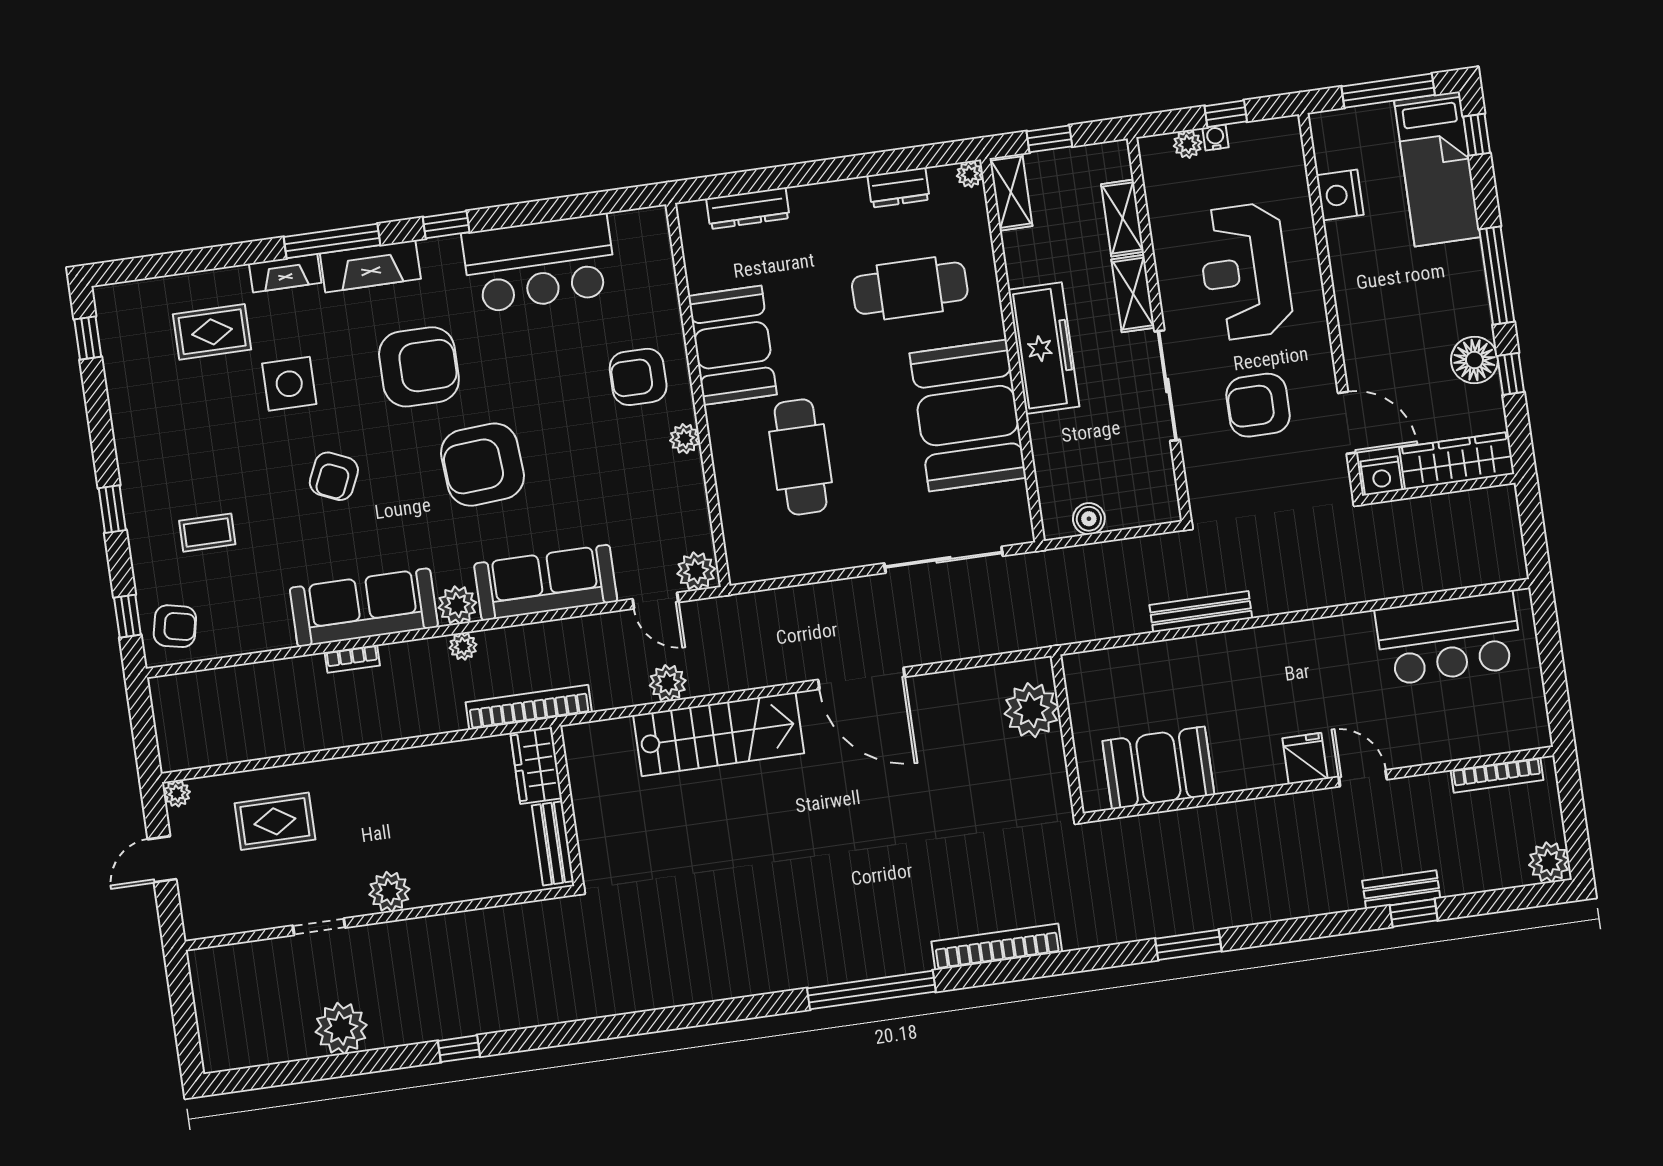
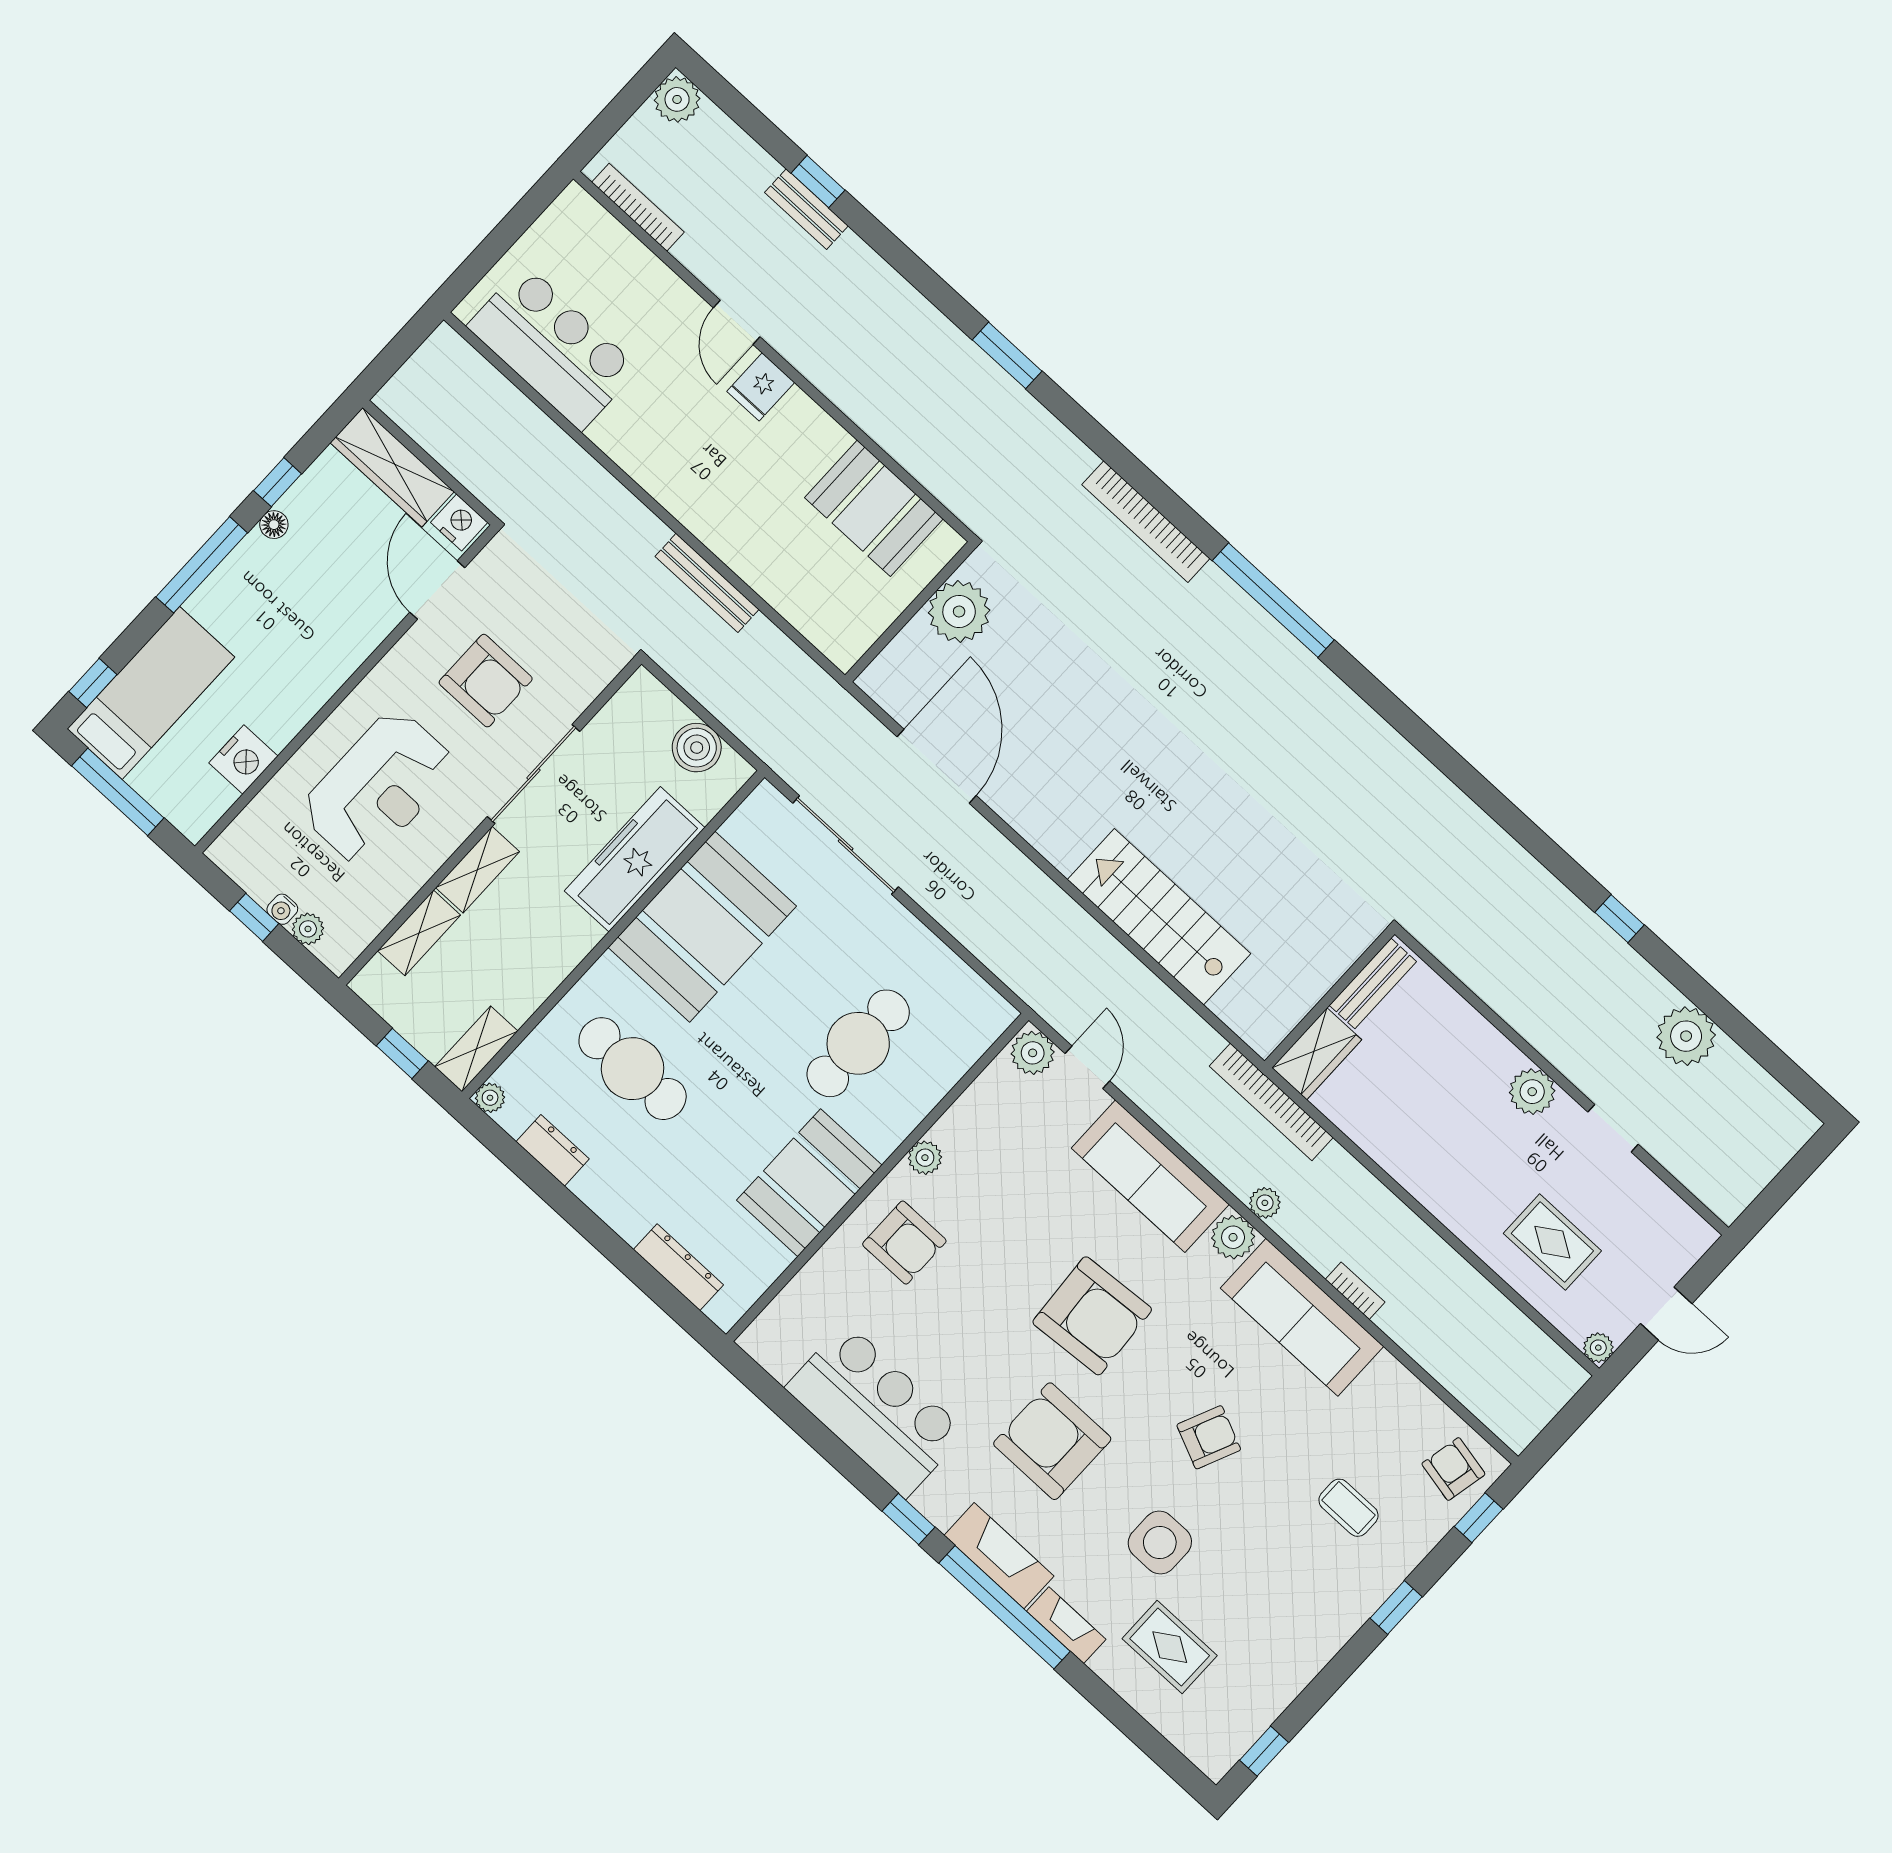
window: (332, 241) -> (1004, 1607), width x1.46
freezer: (1044, 348) -> (635, 859), moved
floor lamp: (1474, 360) -> (274, 525), width x0.53, depth x0.53
boiler: (1089, 519) -> (697, 748), width x1.36, depth x1.36
door: (861, 678) -> (937, 766), moved
plant: (668, 683) -> (1151, 998), removed
plant: (1032, 710) -> (959, 612), moved

